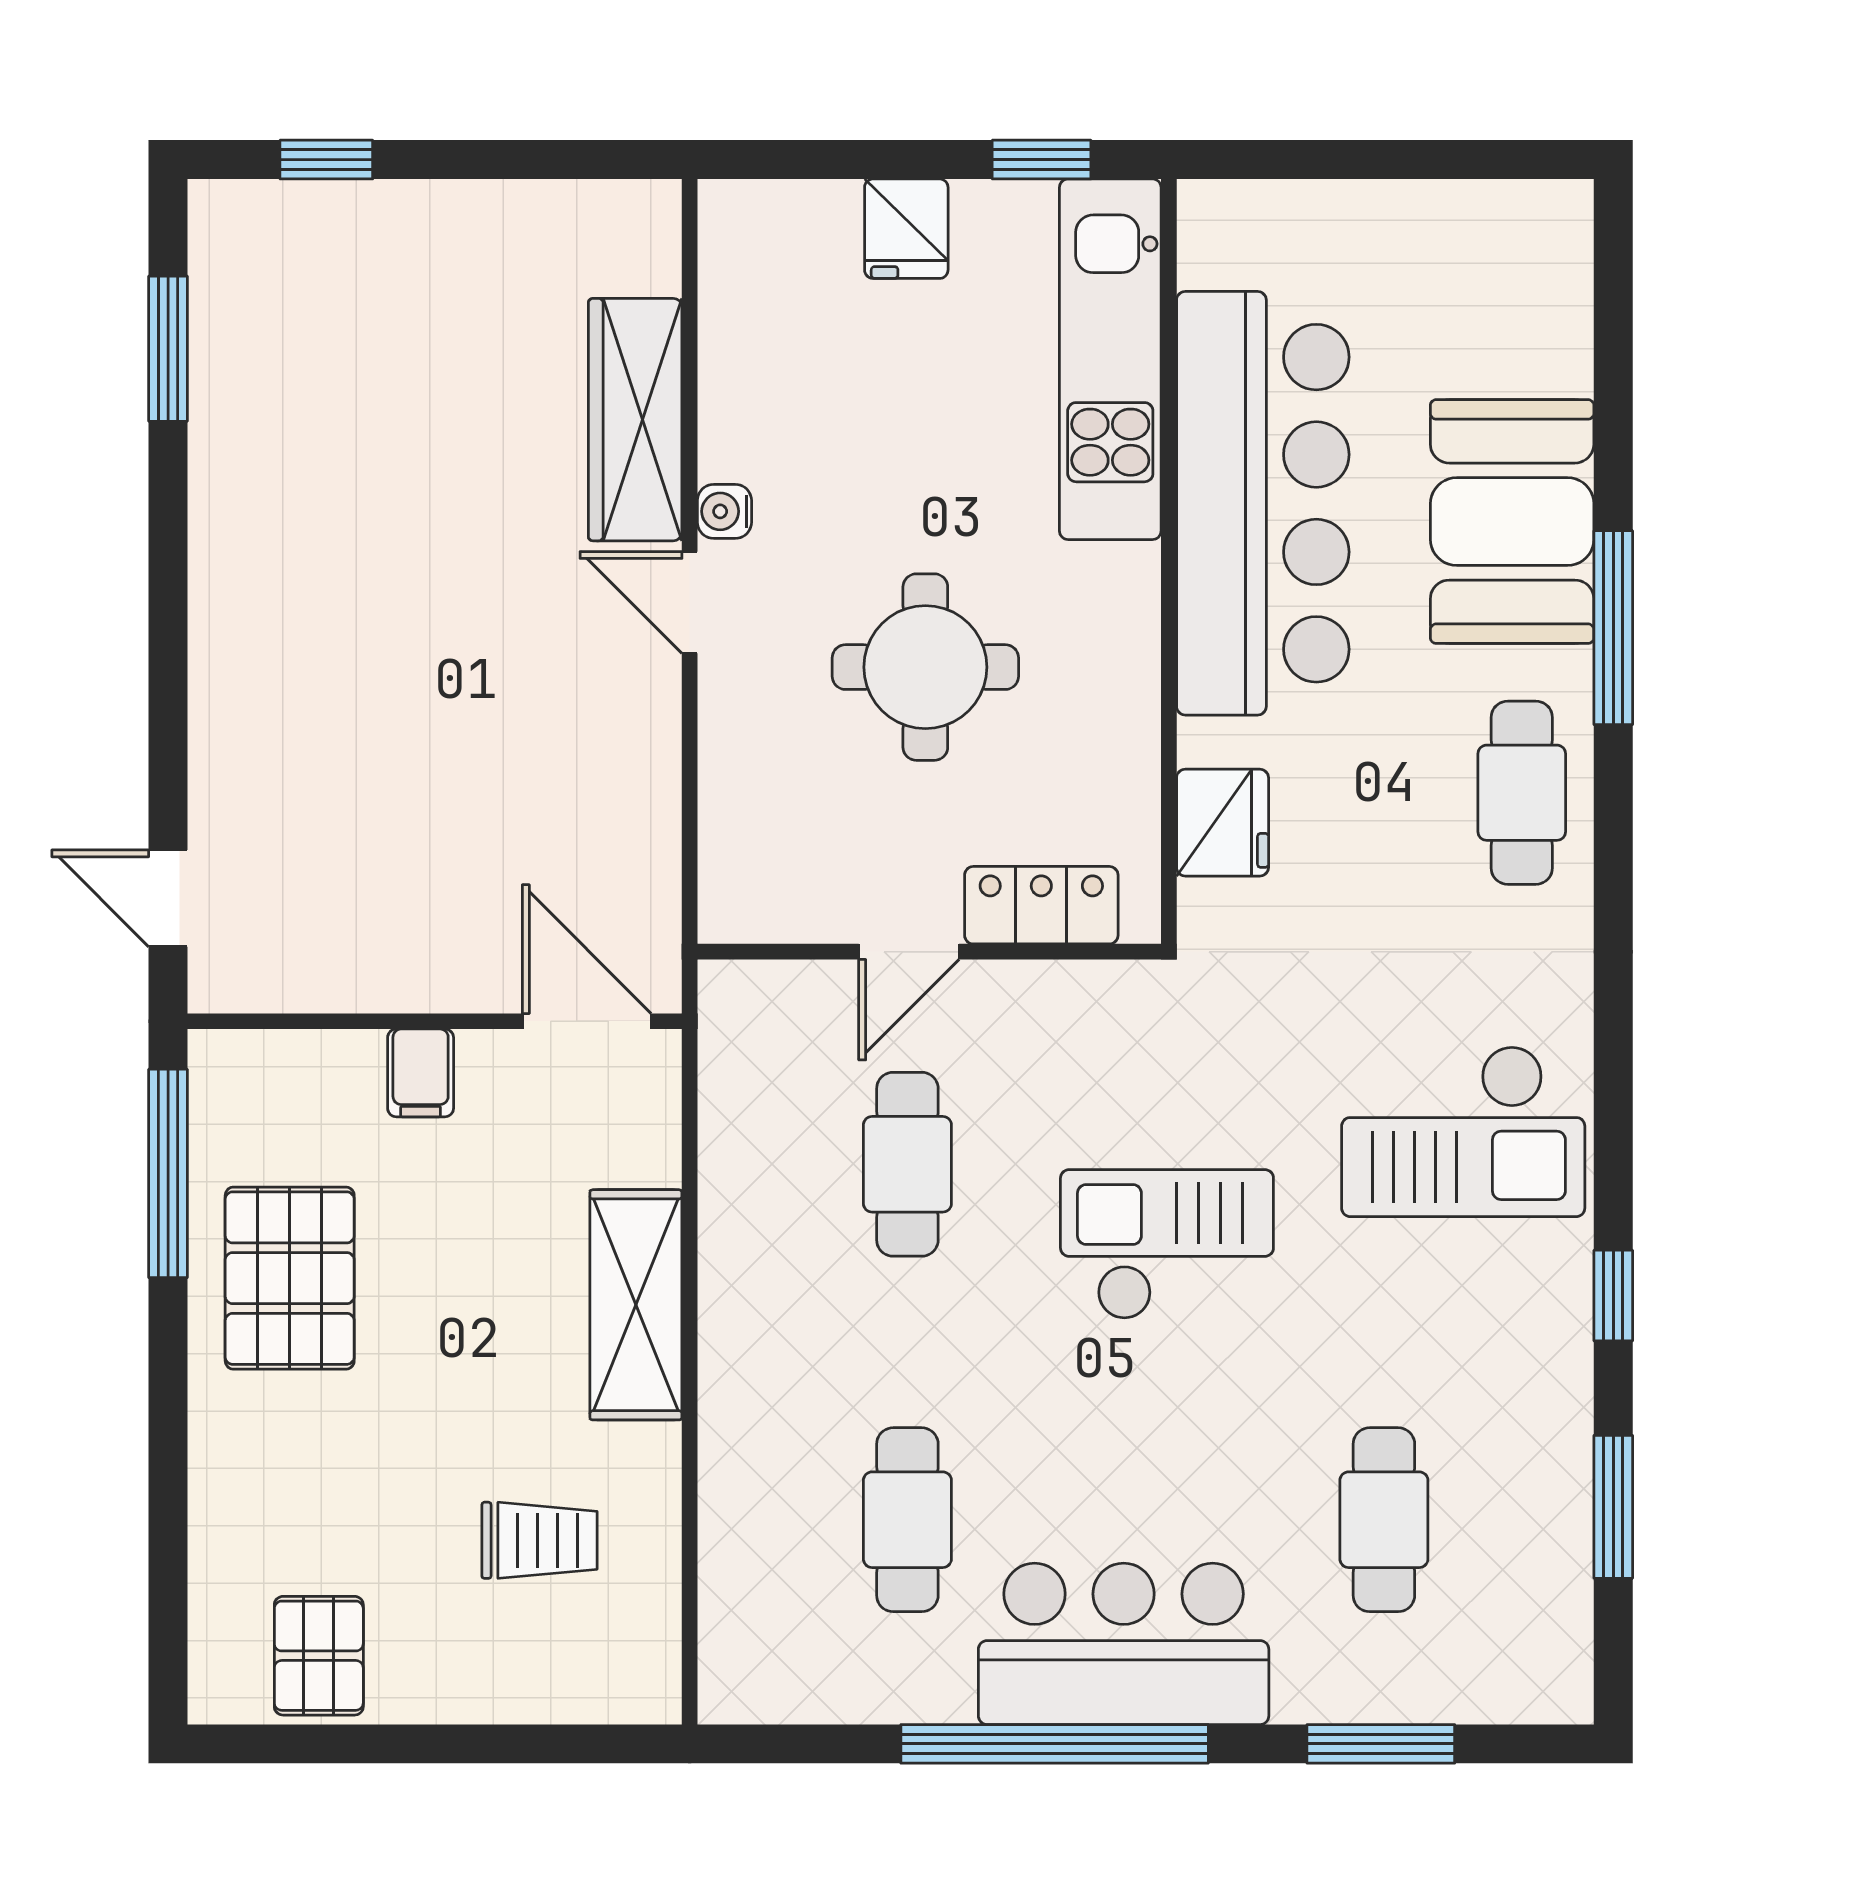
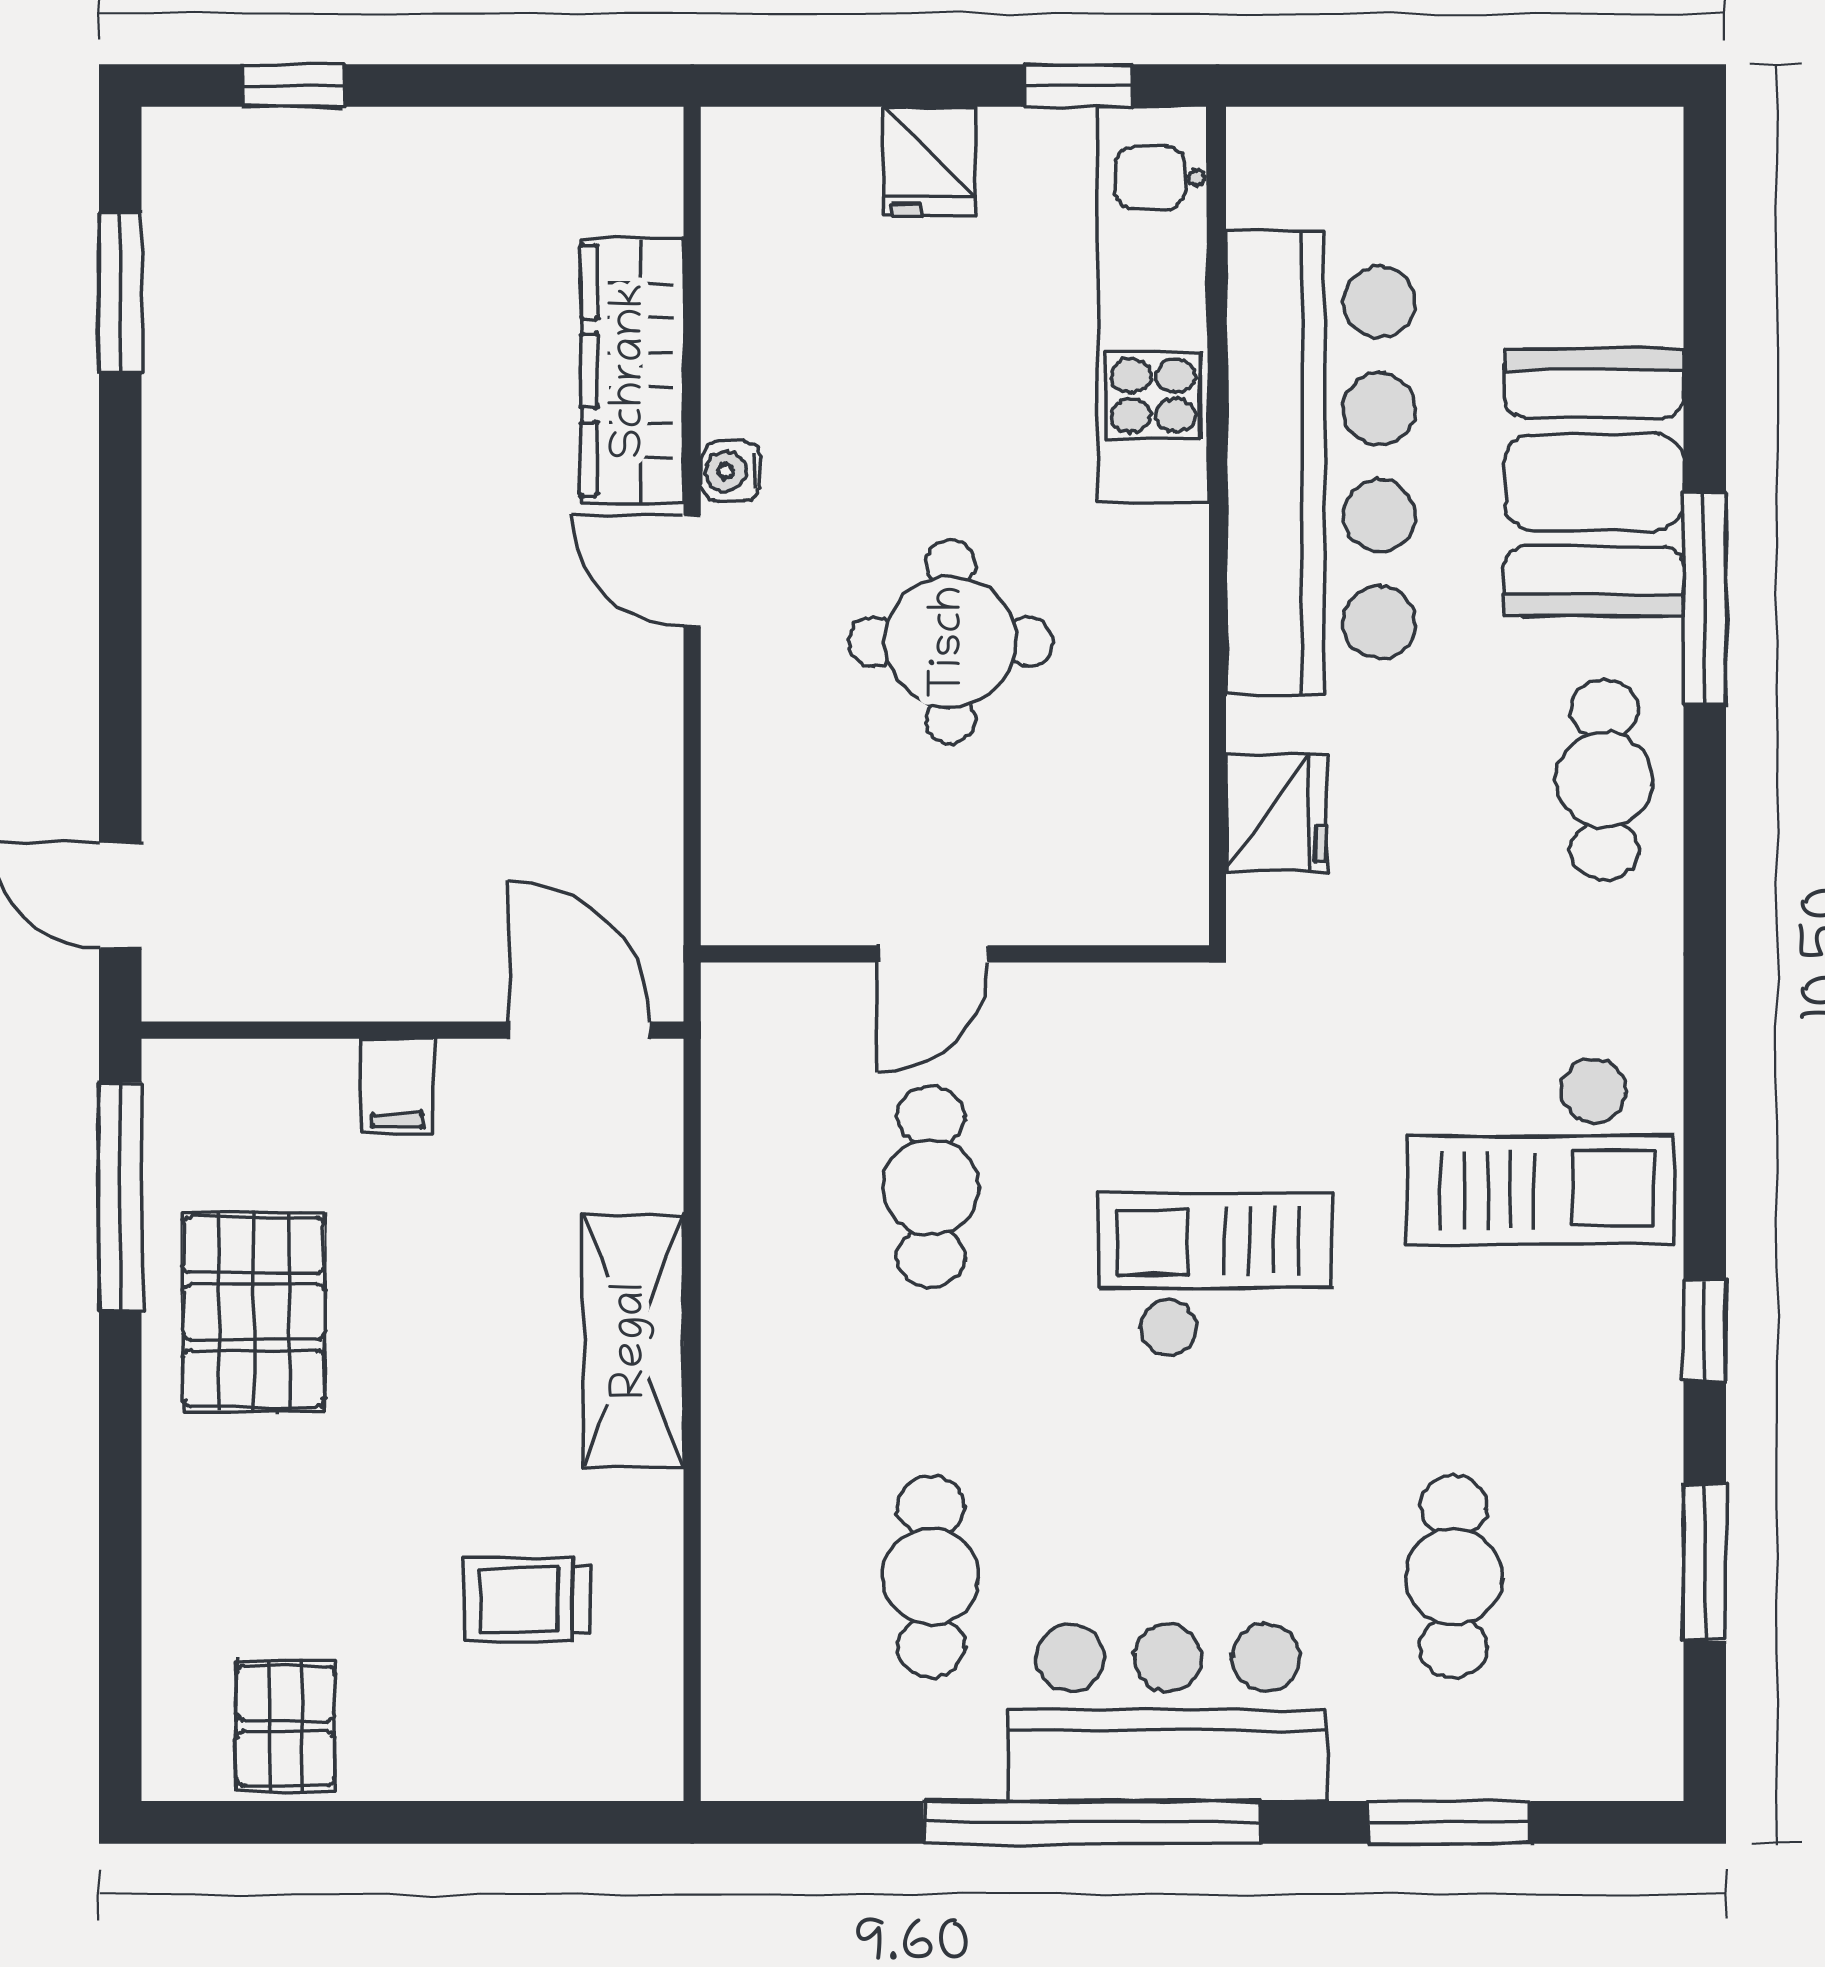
locker: (1041, 905) -> (1078, 903), removed
trolley: (539, 1540) -> (527, 1599), turned 180

